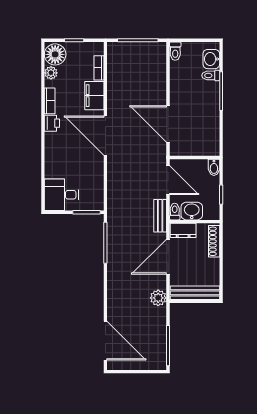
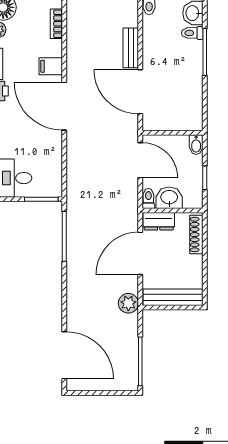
filing cabinet: (94, 96) -> (51, 66), width x0.50
bench: (160, 216) -> (131, 48), moved

